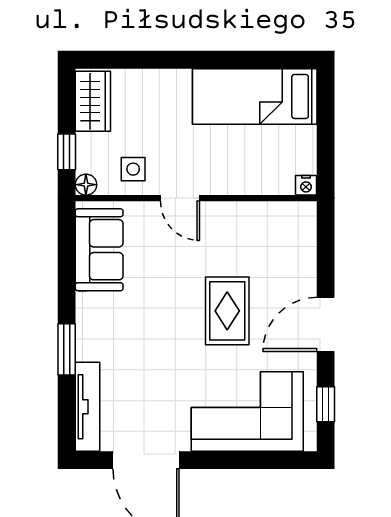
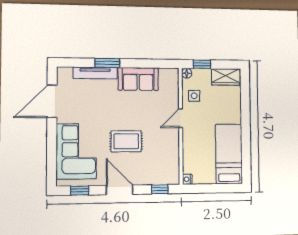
window: (326, 242) -> (160, 189), added
sofa: (99, 250) -> (138, 79), moved
tv unit: (87, 407) -> (95, 73), moved

